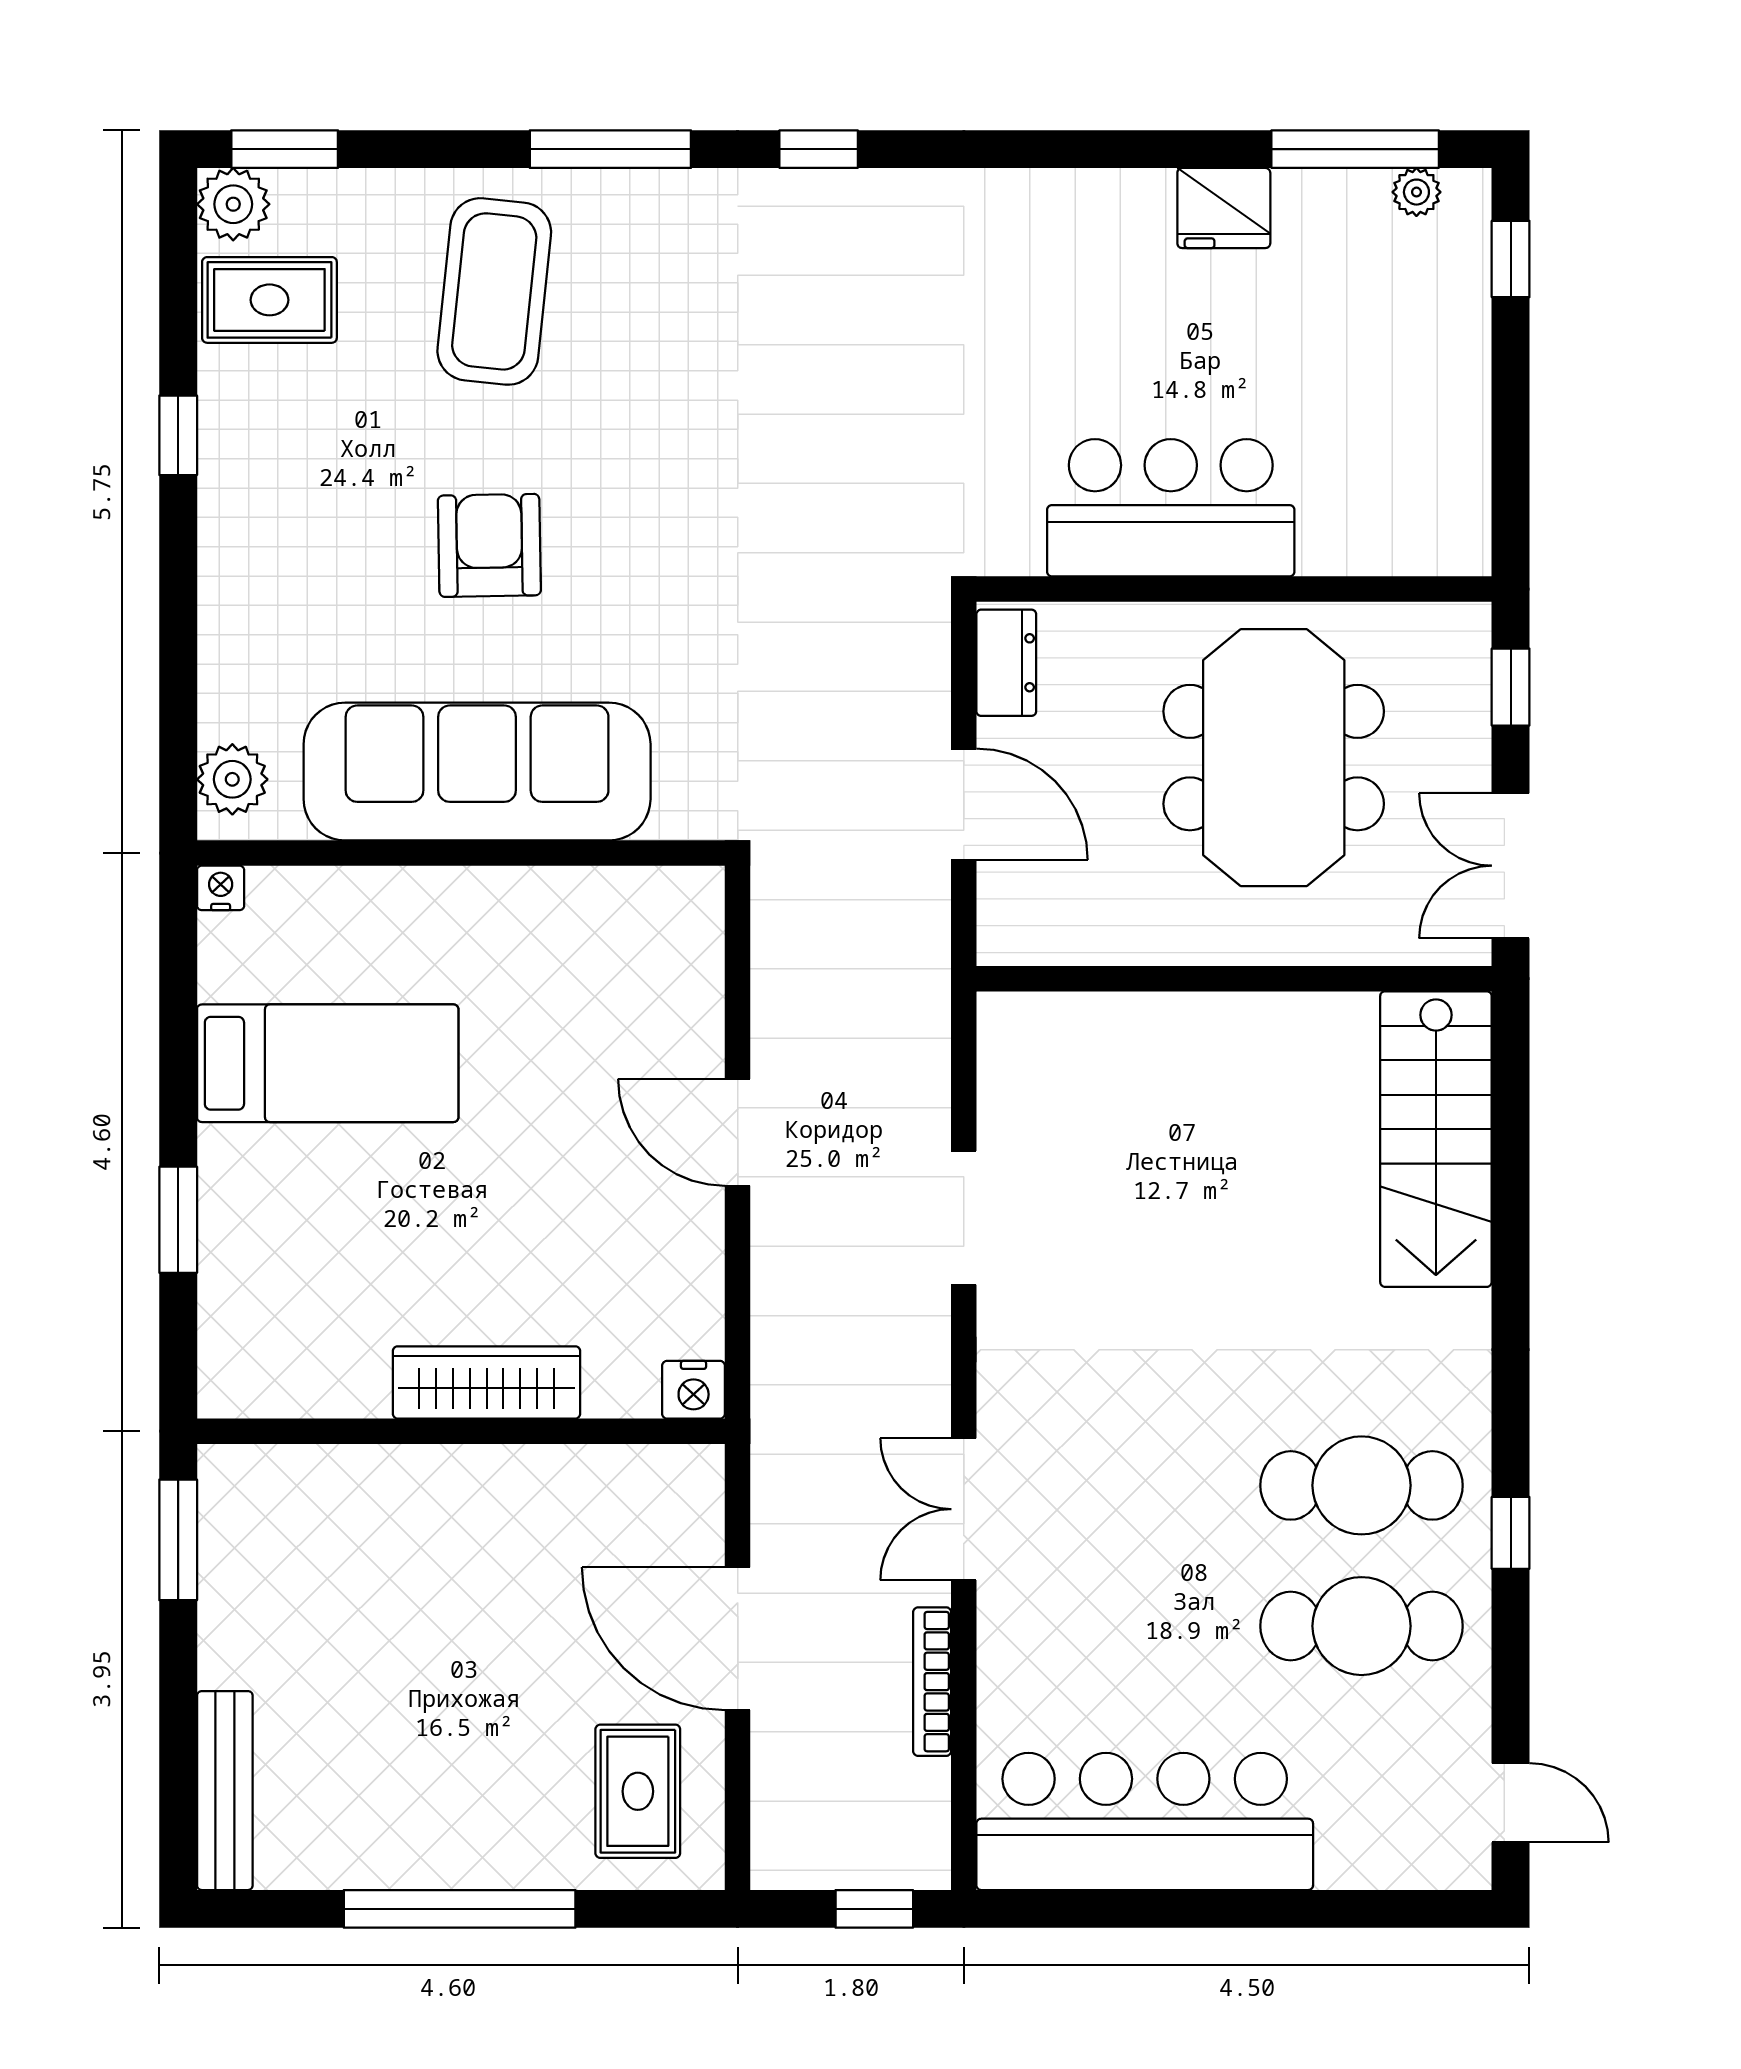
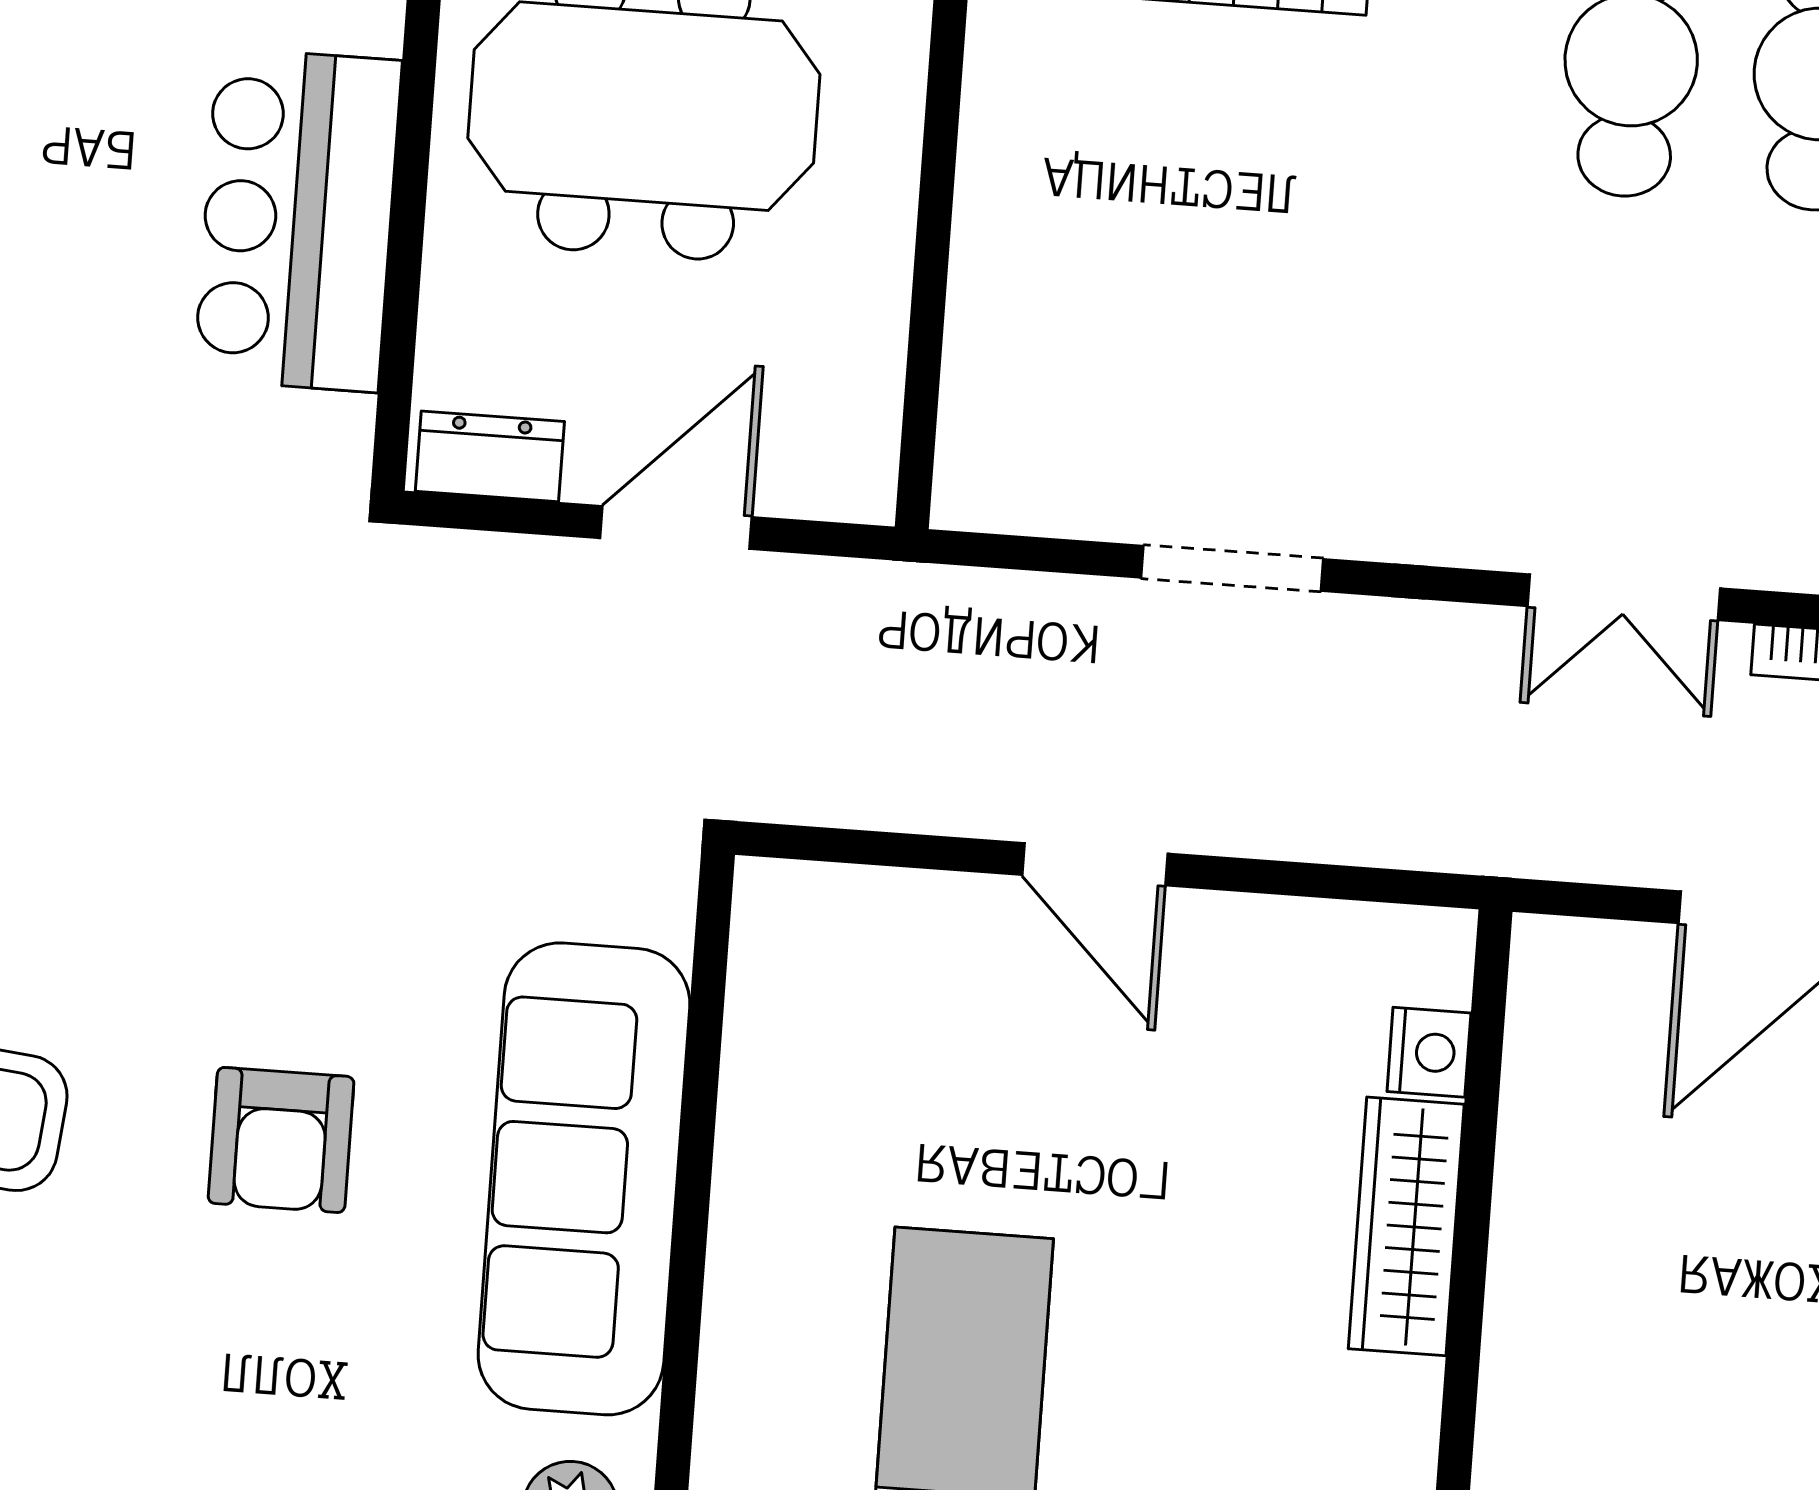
armchair: (489, 545) -> (281, 1140), turned -89
door: (738, 1132) -> (1095, 864), hinge flipped
nightstand: (694, 1390) -> (1429, 1052), moved

